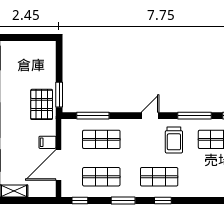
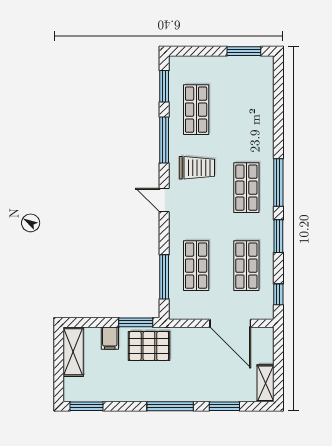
shelving: (37, 48) -> (73, 352), added
filing cabinet: (47, 142) -> (110, 338), moved
window: (163, 200) -> (278, 183), width x2.17

